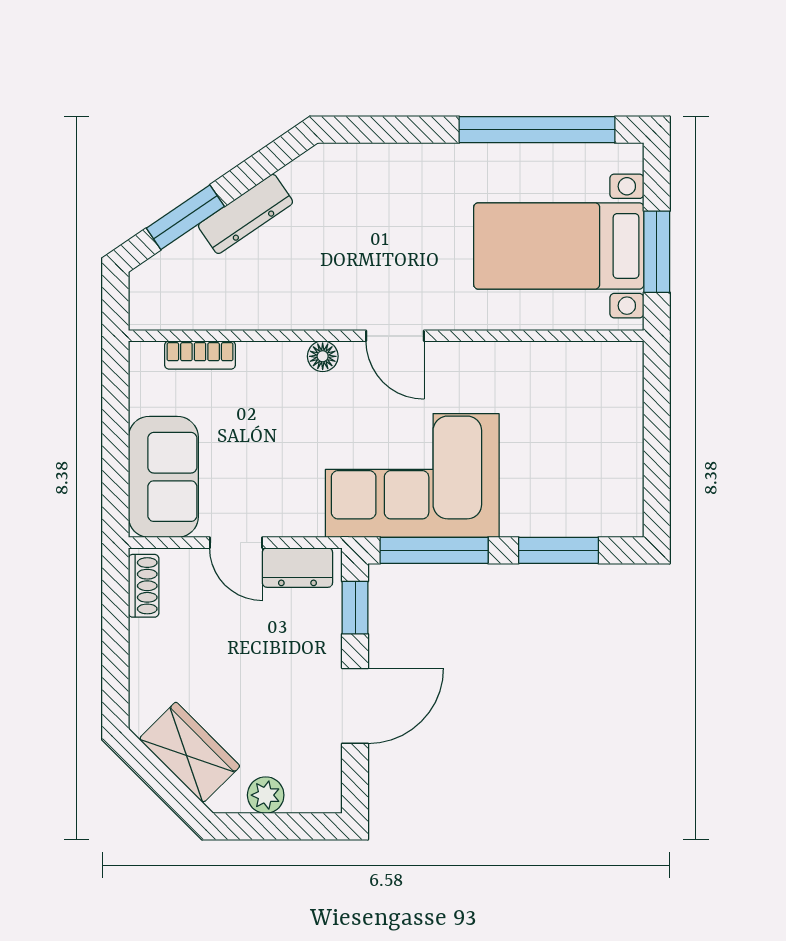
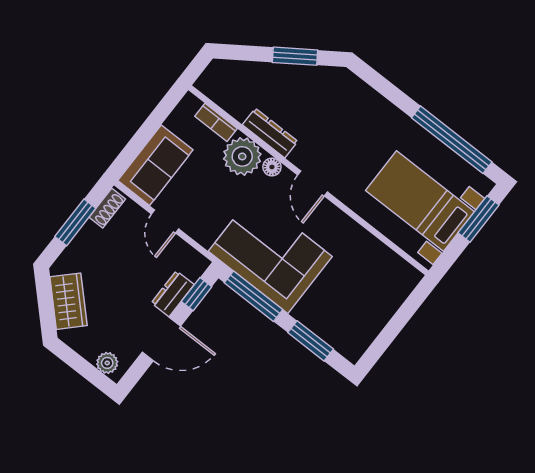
dresser: (246, 214) -> (270, 133), moved, turned -146
window: (185, 217) -> (295, 56), moved
window: (657, 252) -> (478, 219), moved
plant: (271, 373) -> (242, 156), added
dresser: (297, 568) -> (173, 294), moved, turned 90
window: (115, 639) -> (75, 222), added
plant: (266, 795) -> (107, 363), moved

